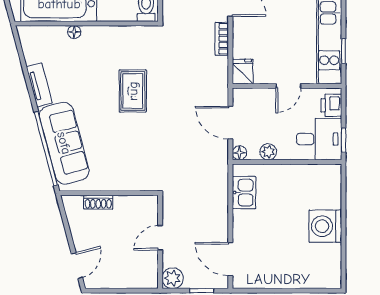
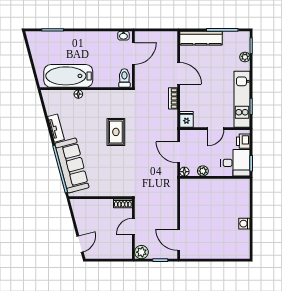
kitchen sink: (244, 193) -> (187, 197), removed
shoe rack: (98, 202) -> (123, 203), moved
washing machine: (325, 226) -> (244, 224), width x0.53, depth x0.53

